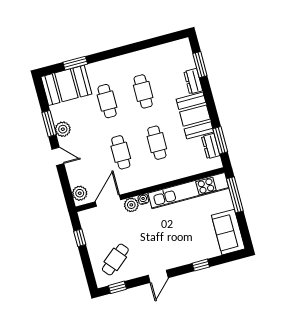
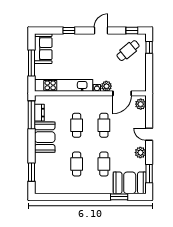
dresser: (193, 81) -> (39, 162), removed
window: (49, 124) -> (149, 174), moved
window: (220, 140) -> (31, 115), width x1.44
window: (235, 195) -> (31, 63), moved
window: (80, 238) -> (149, 47), moved

